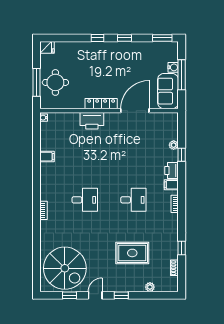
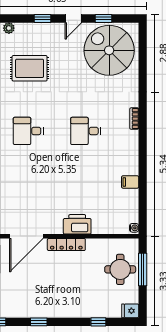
window: (98, 38) -> (98, 322), moved

